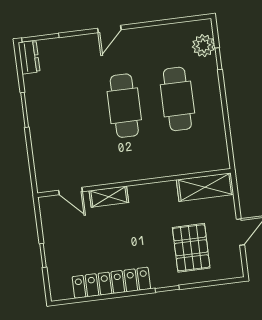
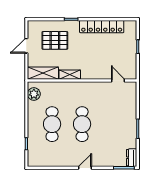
plant: (203, 46) -> (34, 94), moved
shelving: (109, 197) -> (70, 75), moved
pallet: (191, 248) -> (55, 40), turned 90

